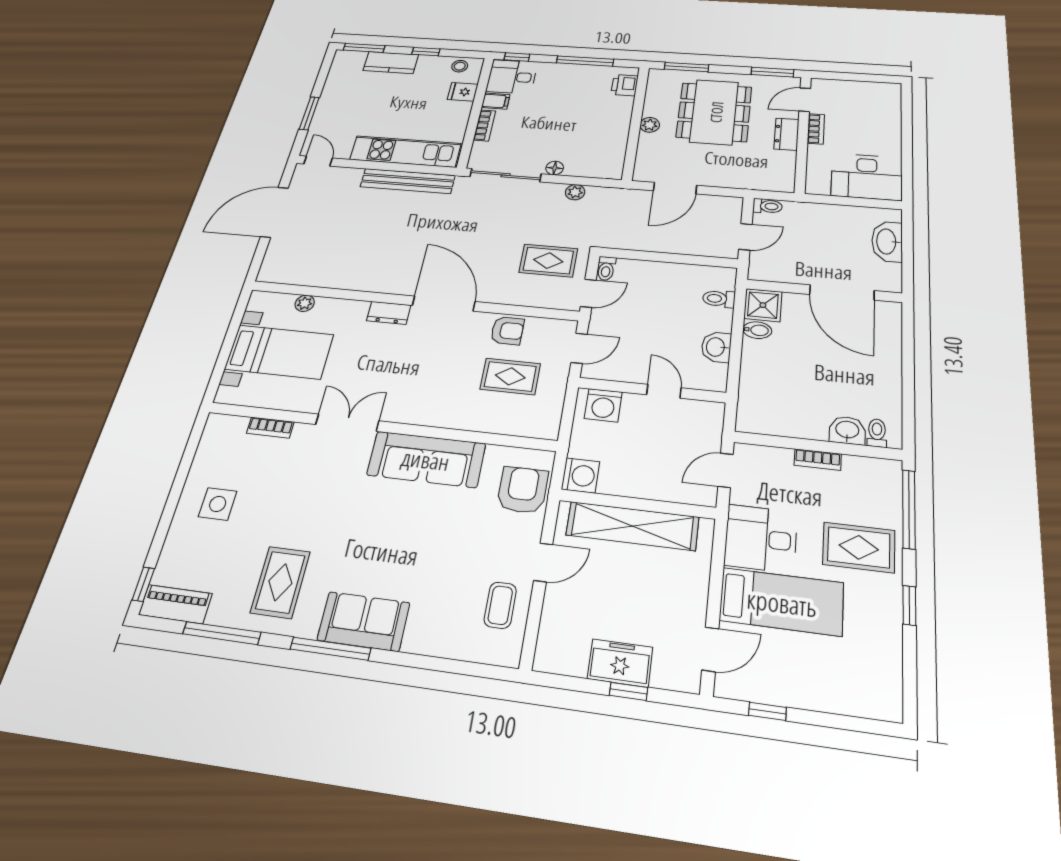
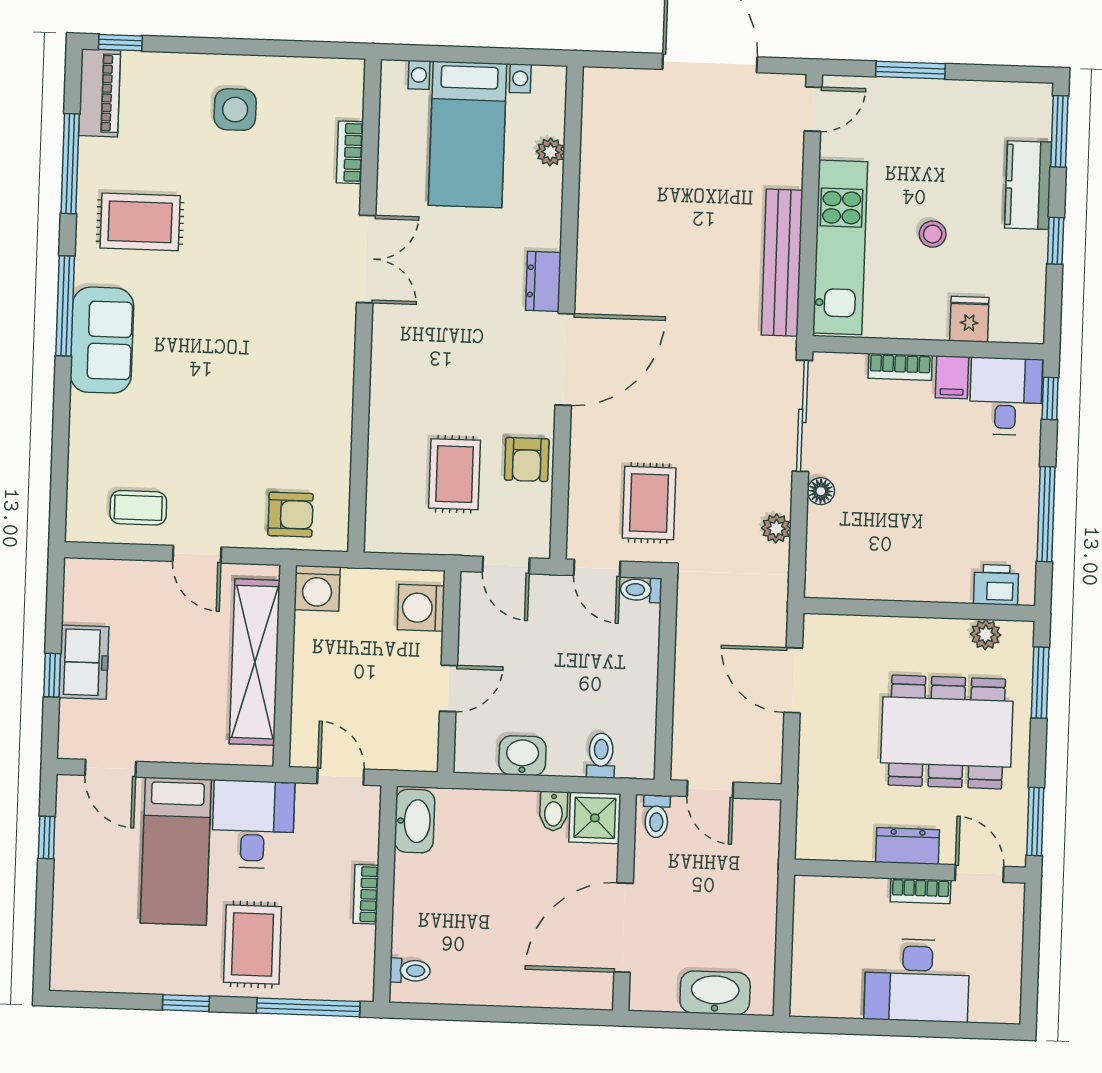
stool: (460, 66) -> (933, 234), moved
plant: (650, 125) -> (986, 635), moved
desk: (867, 177) -> (917, 980), moved, turned -90
toilet: (767, 206) -> (656, 816), moved
washbasin: (847, 430) -> (415, 821), moved, width x1.38
sofa: (426, 459) -> (322, 379), removed
armchair: (523, 490) -> (291, 515), width x0.72, depth x0.72

